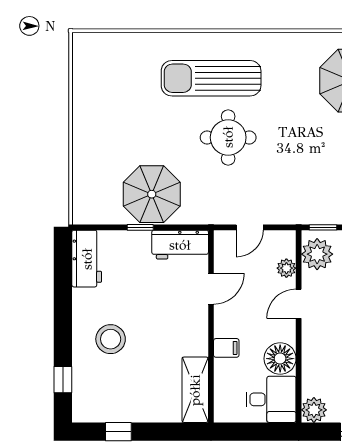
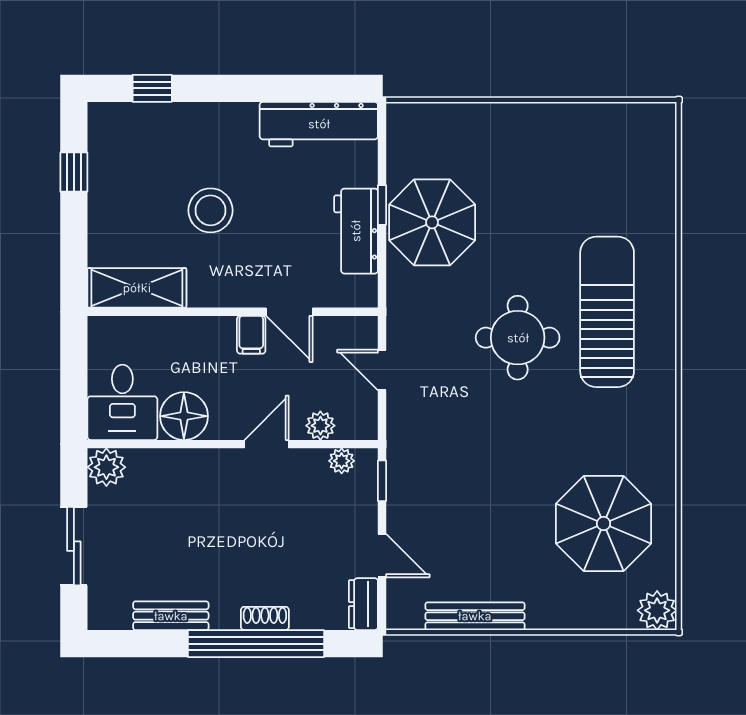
workbench: (180, 245) -> (356, 231), moved
plant: (317, 254) -> (342, 461), width x0.53, depth x0.53
workbench: (87, 259) -> (319, 124), width x1.37
door: (299, 304) -> (267, 444), hinge flipped
stool: (111, 339) -> (210, 210), moved
filing cabinet: (226, 348) -> (251, 335), moved

